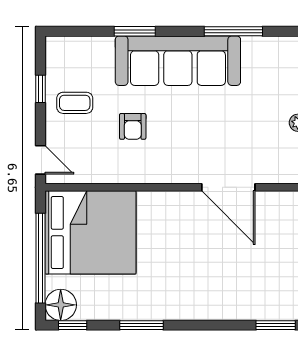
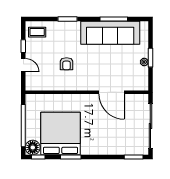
sofa: (178, 61) -> (110, 33), moved
coffee table: (75, 103) -> (37, 32), moved
door: (40, 160) -> (23, 65), moved
bed: (90, 232) -> (61, 134), moved, turned -90

